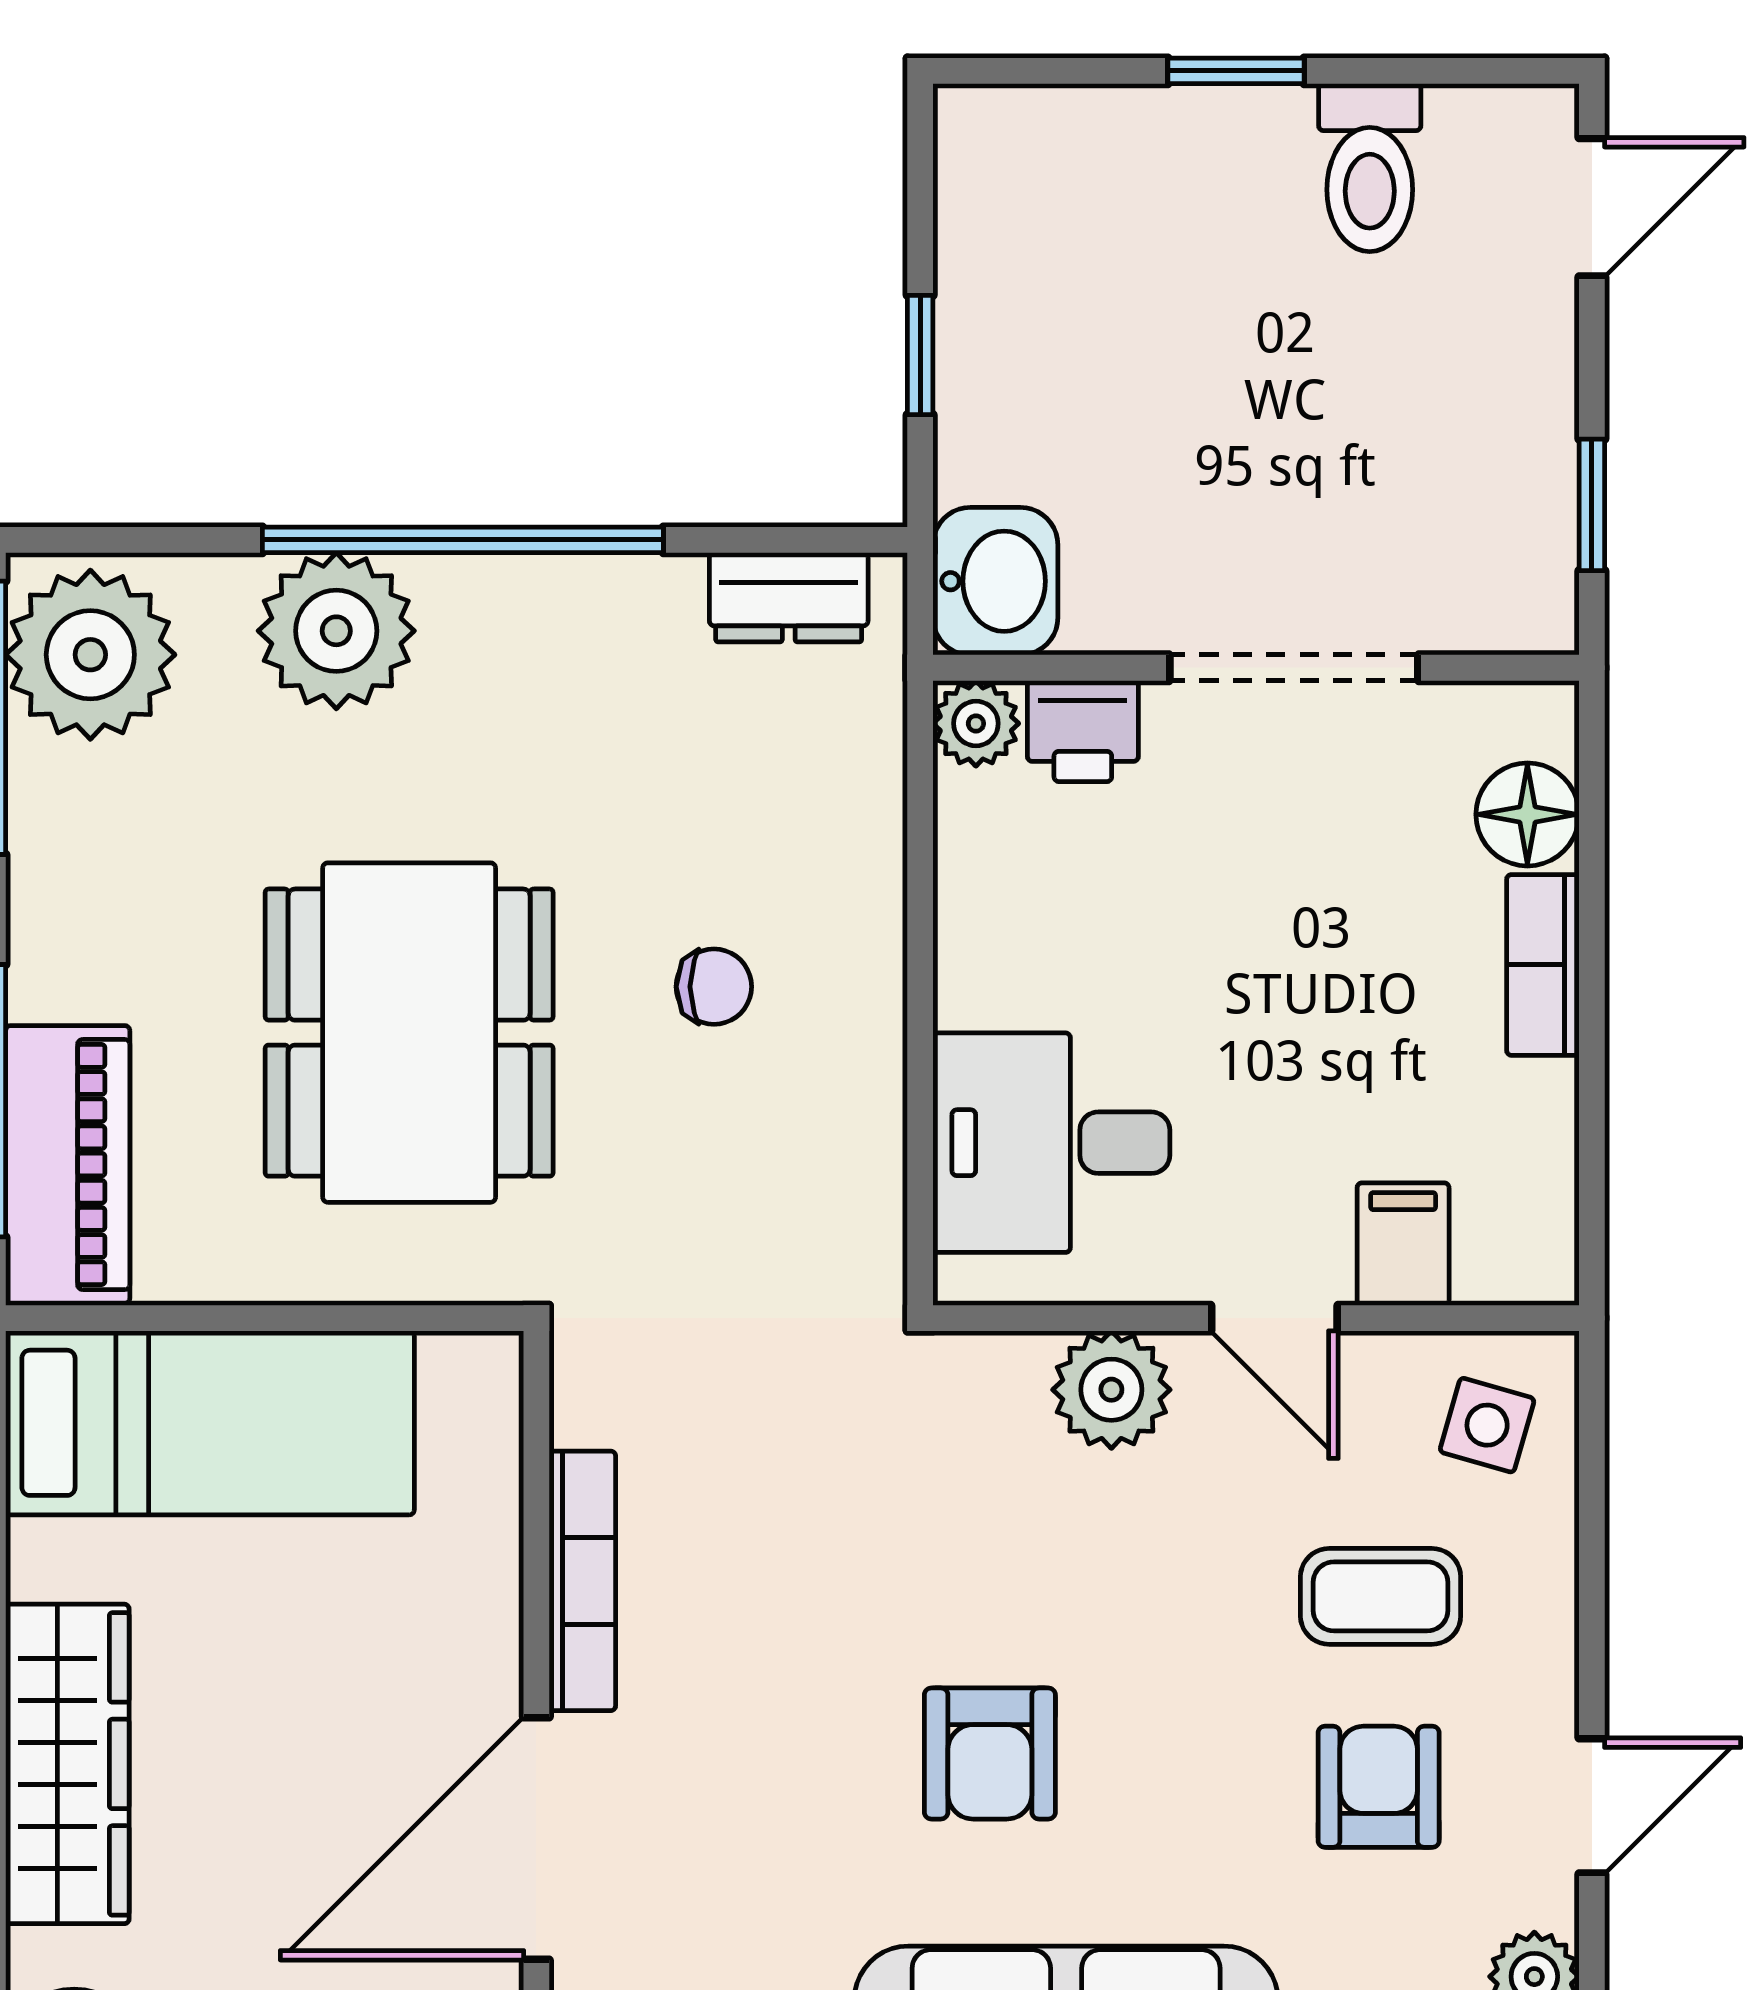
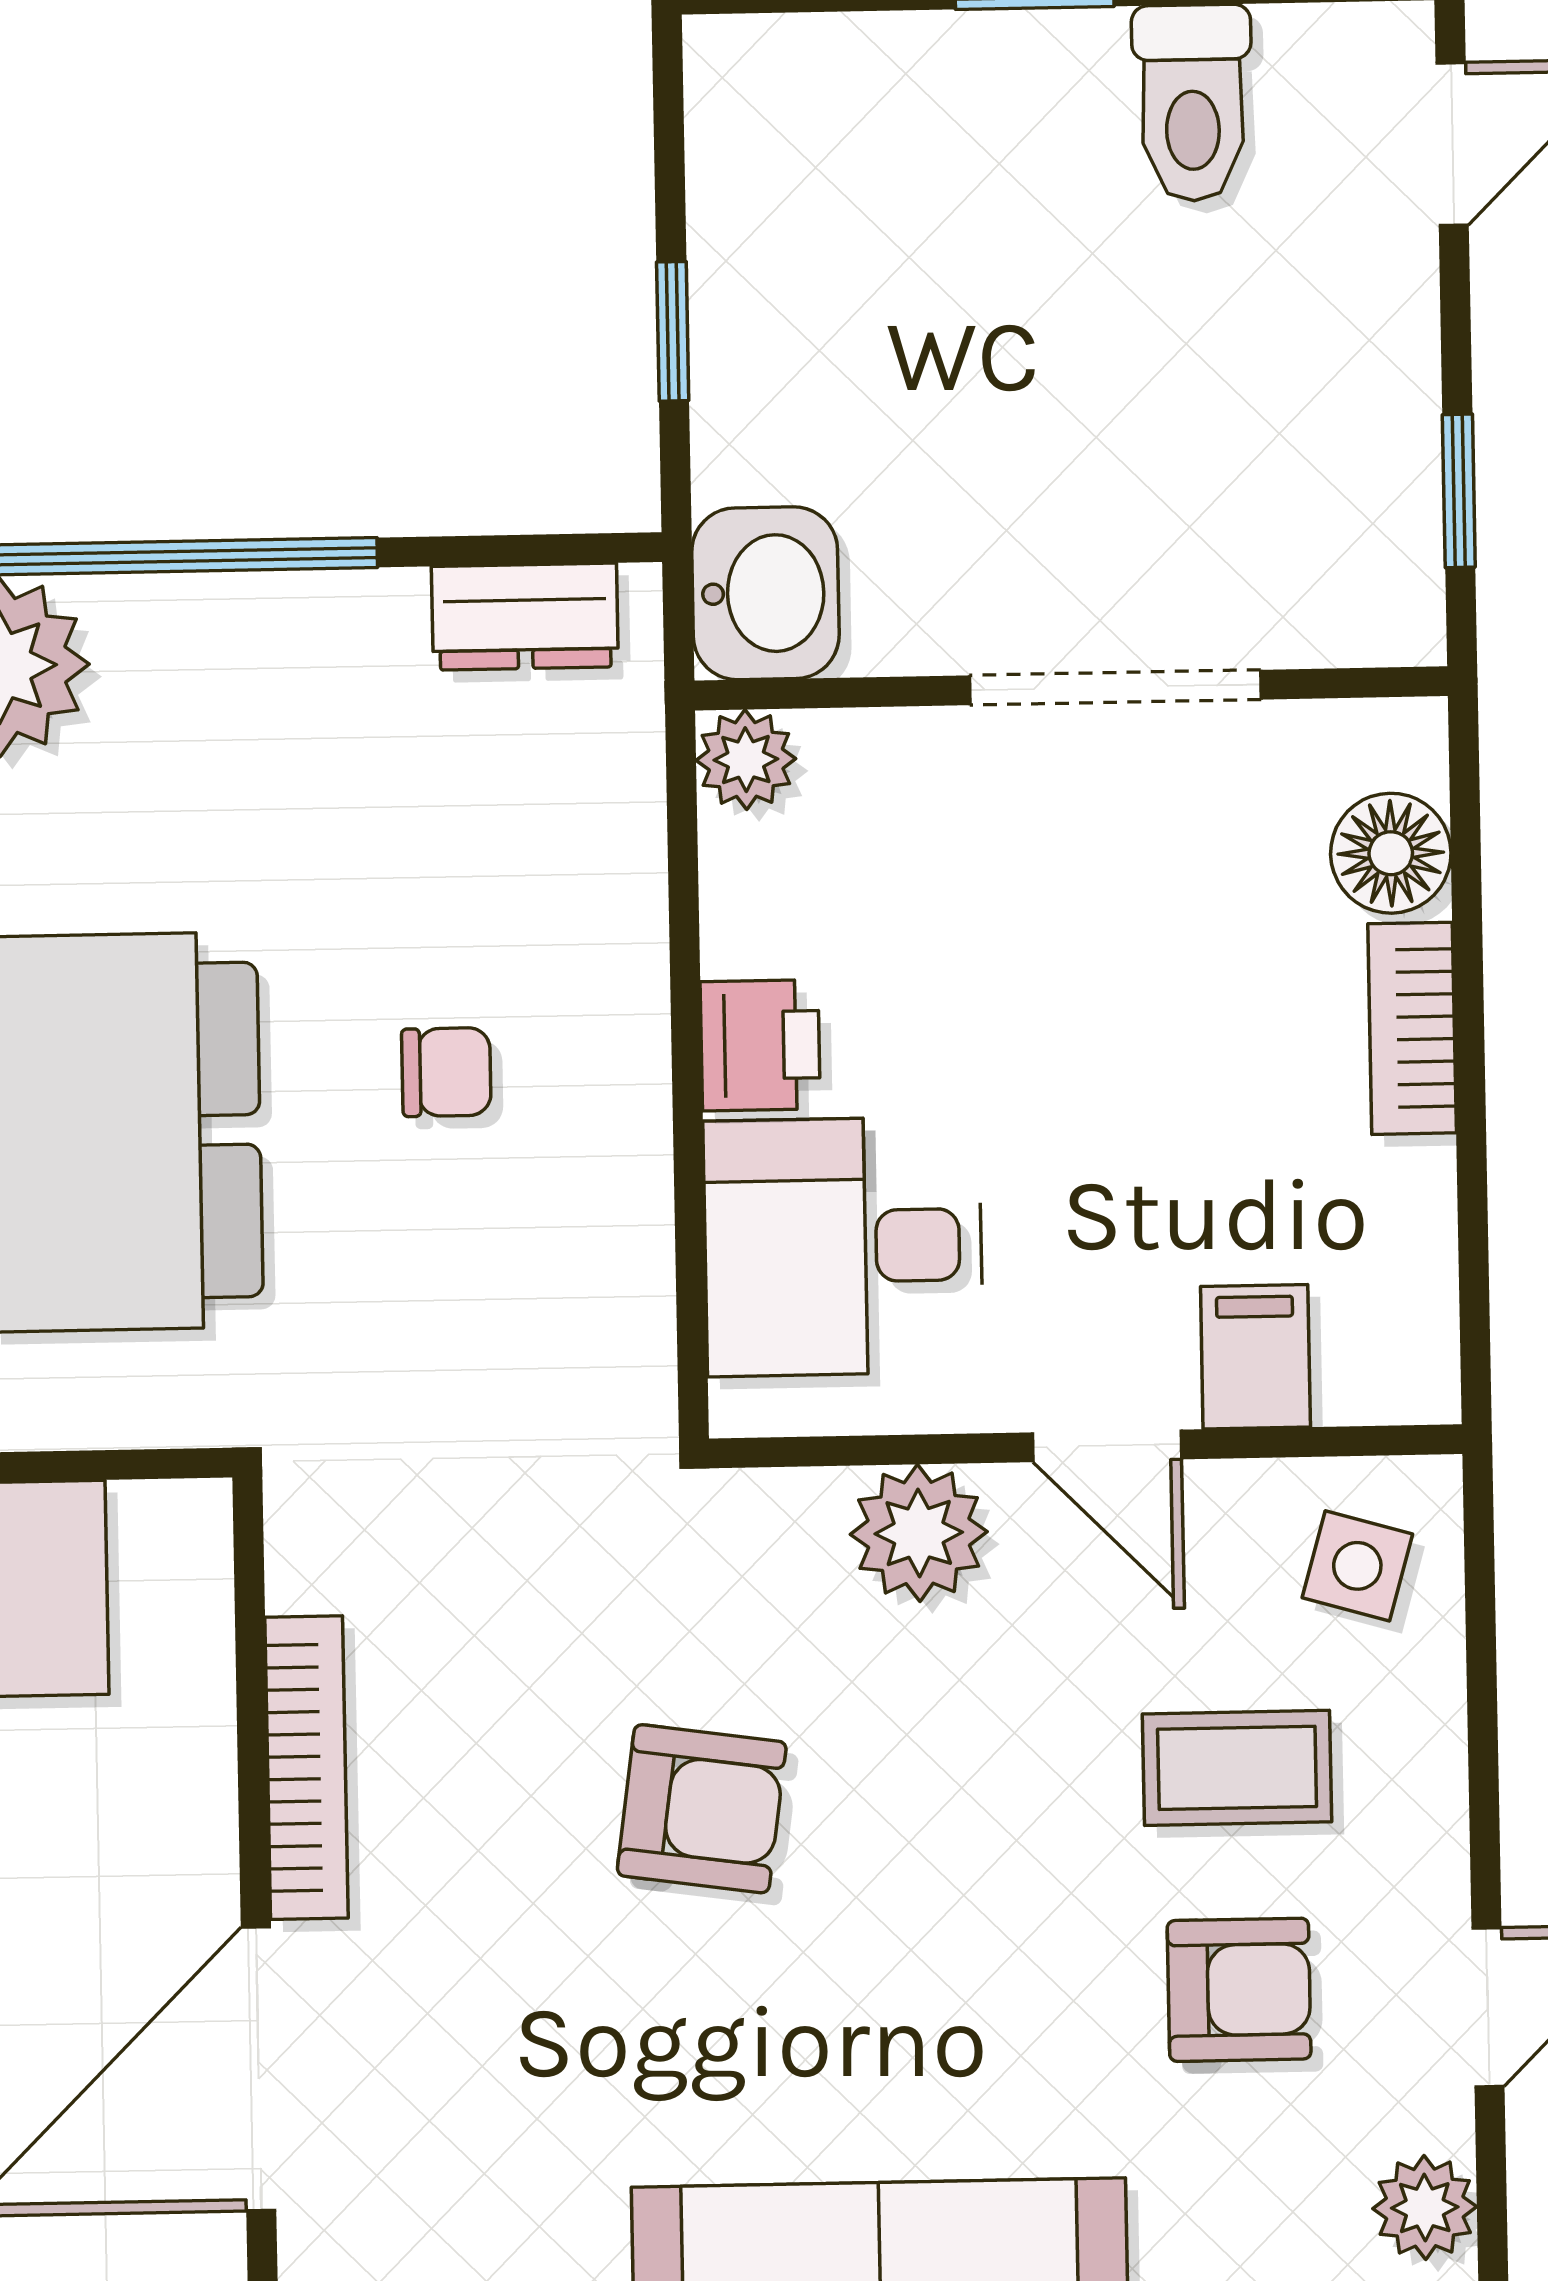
printer: (1083, 731) -> (760, 1045), moved, turned -90
armchair: (990, 1753) -> (702, 1809), moved, turned -82
armchair: (1379, 1787) -> (1239, 1990), turned 90

